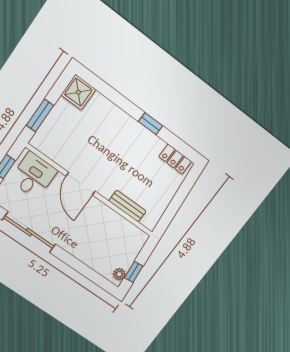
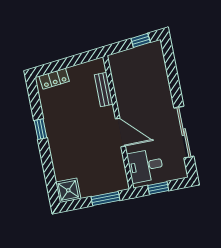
locker: (175, 159) -> (54, 79), moved, turned 84
door: (81, 184) -> (120, 132), hinge flipped
plant: (119, 274) -> (152, 48), removed

